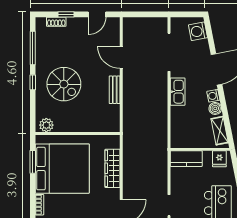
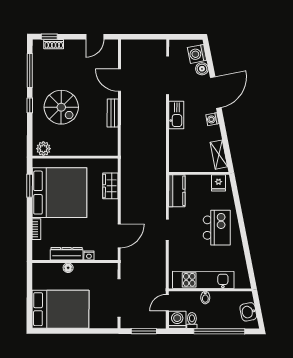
window: (66, 14) -> (49, 37), moved
boiler: (215, 108) -> (202, 69), moved
kitchen counter: (186, 159) -> (177, 191), moved, turned -90
wardrobe: (113, 168) -> (110, 186), width x0.67

